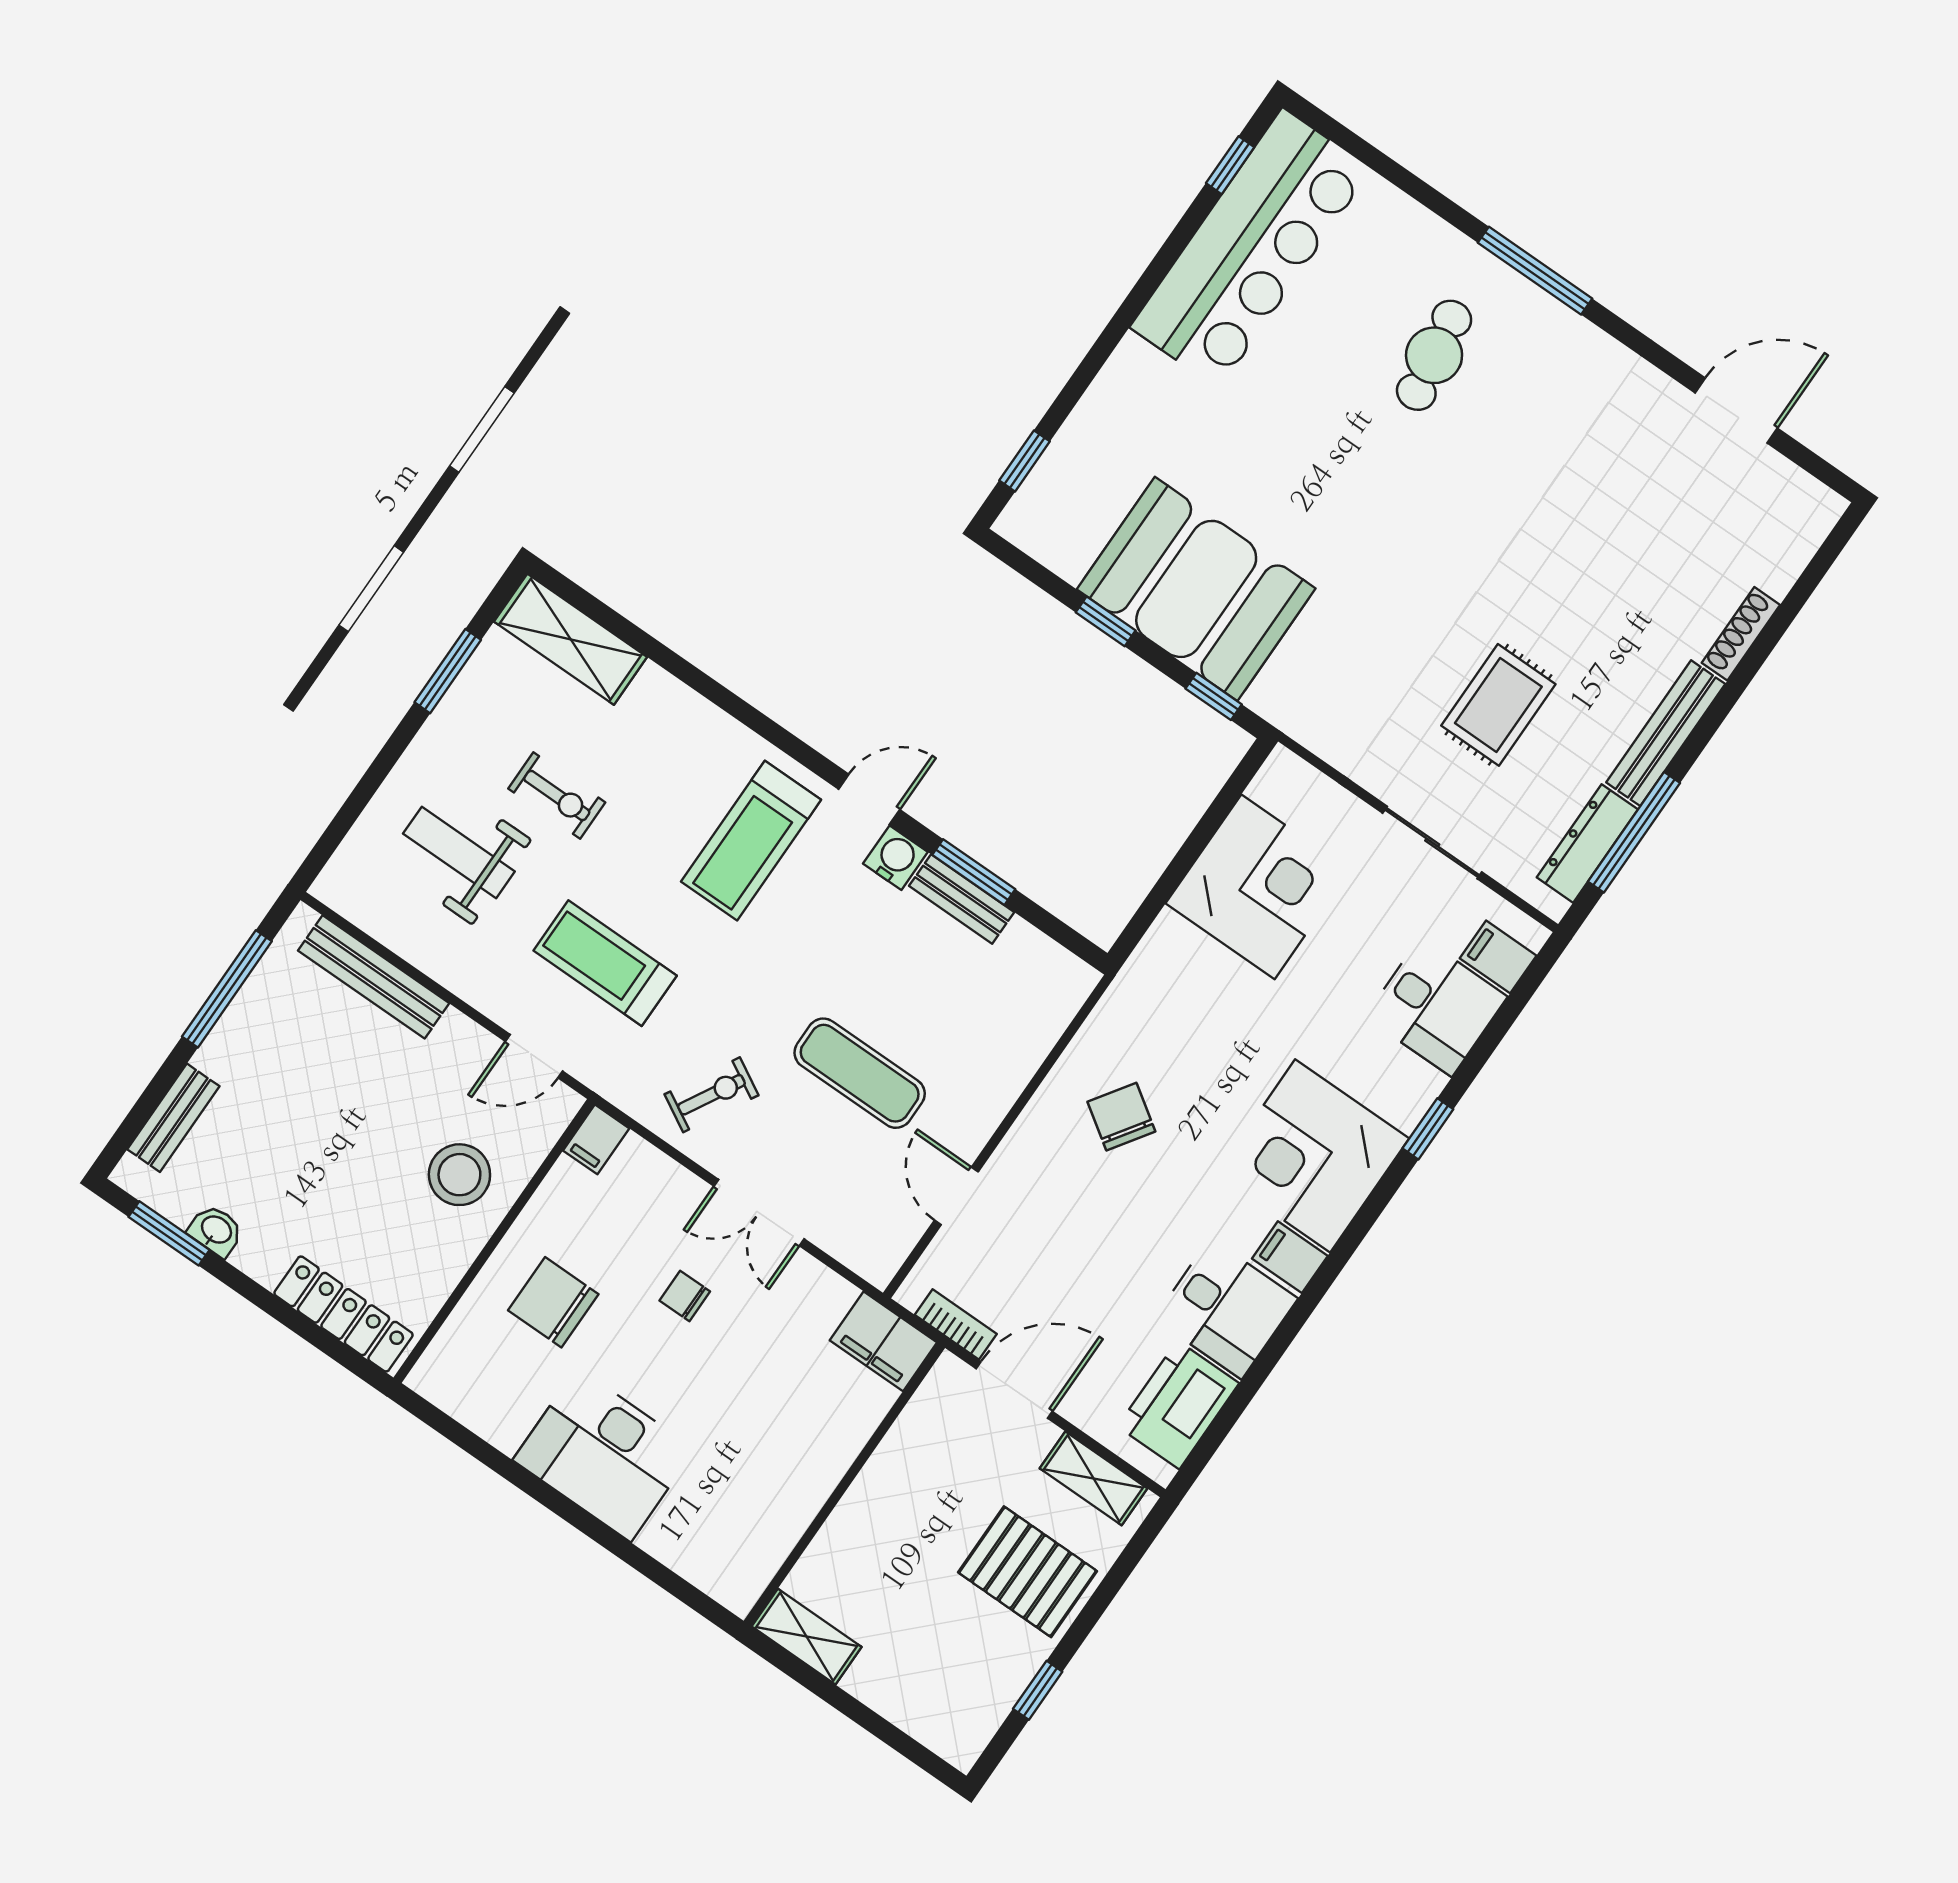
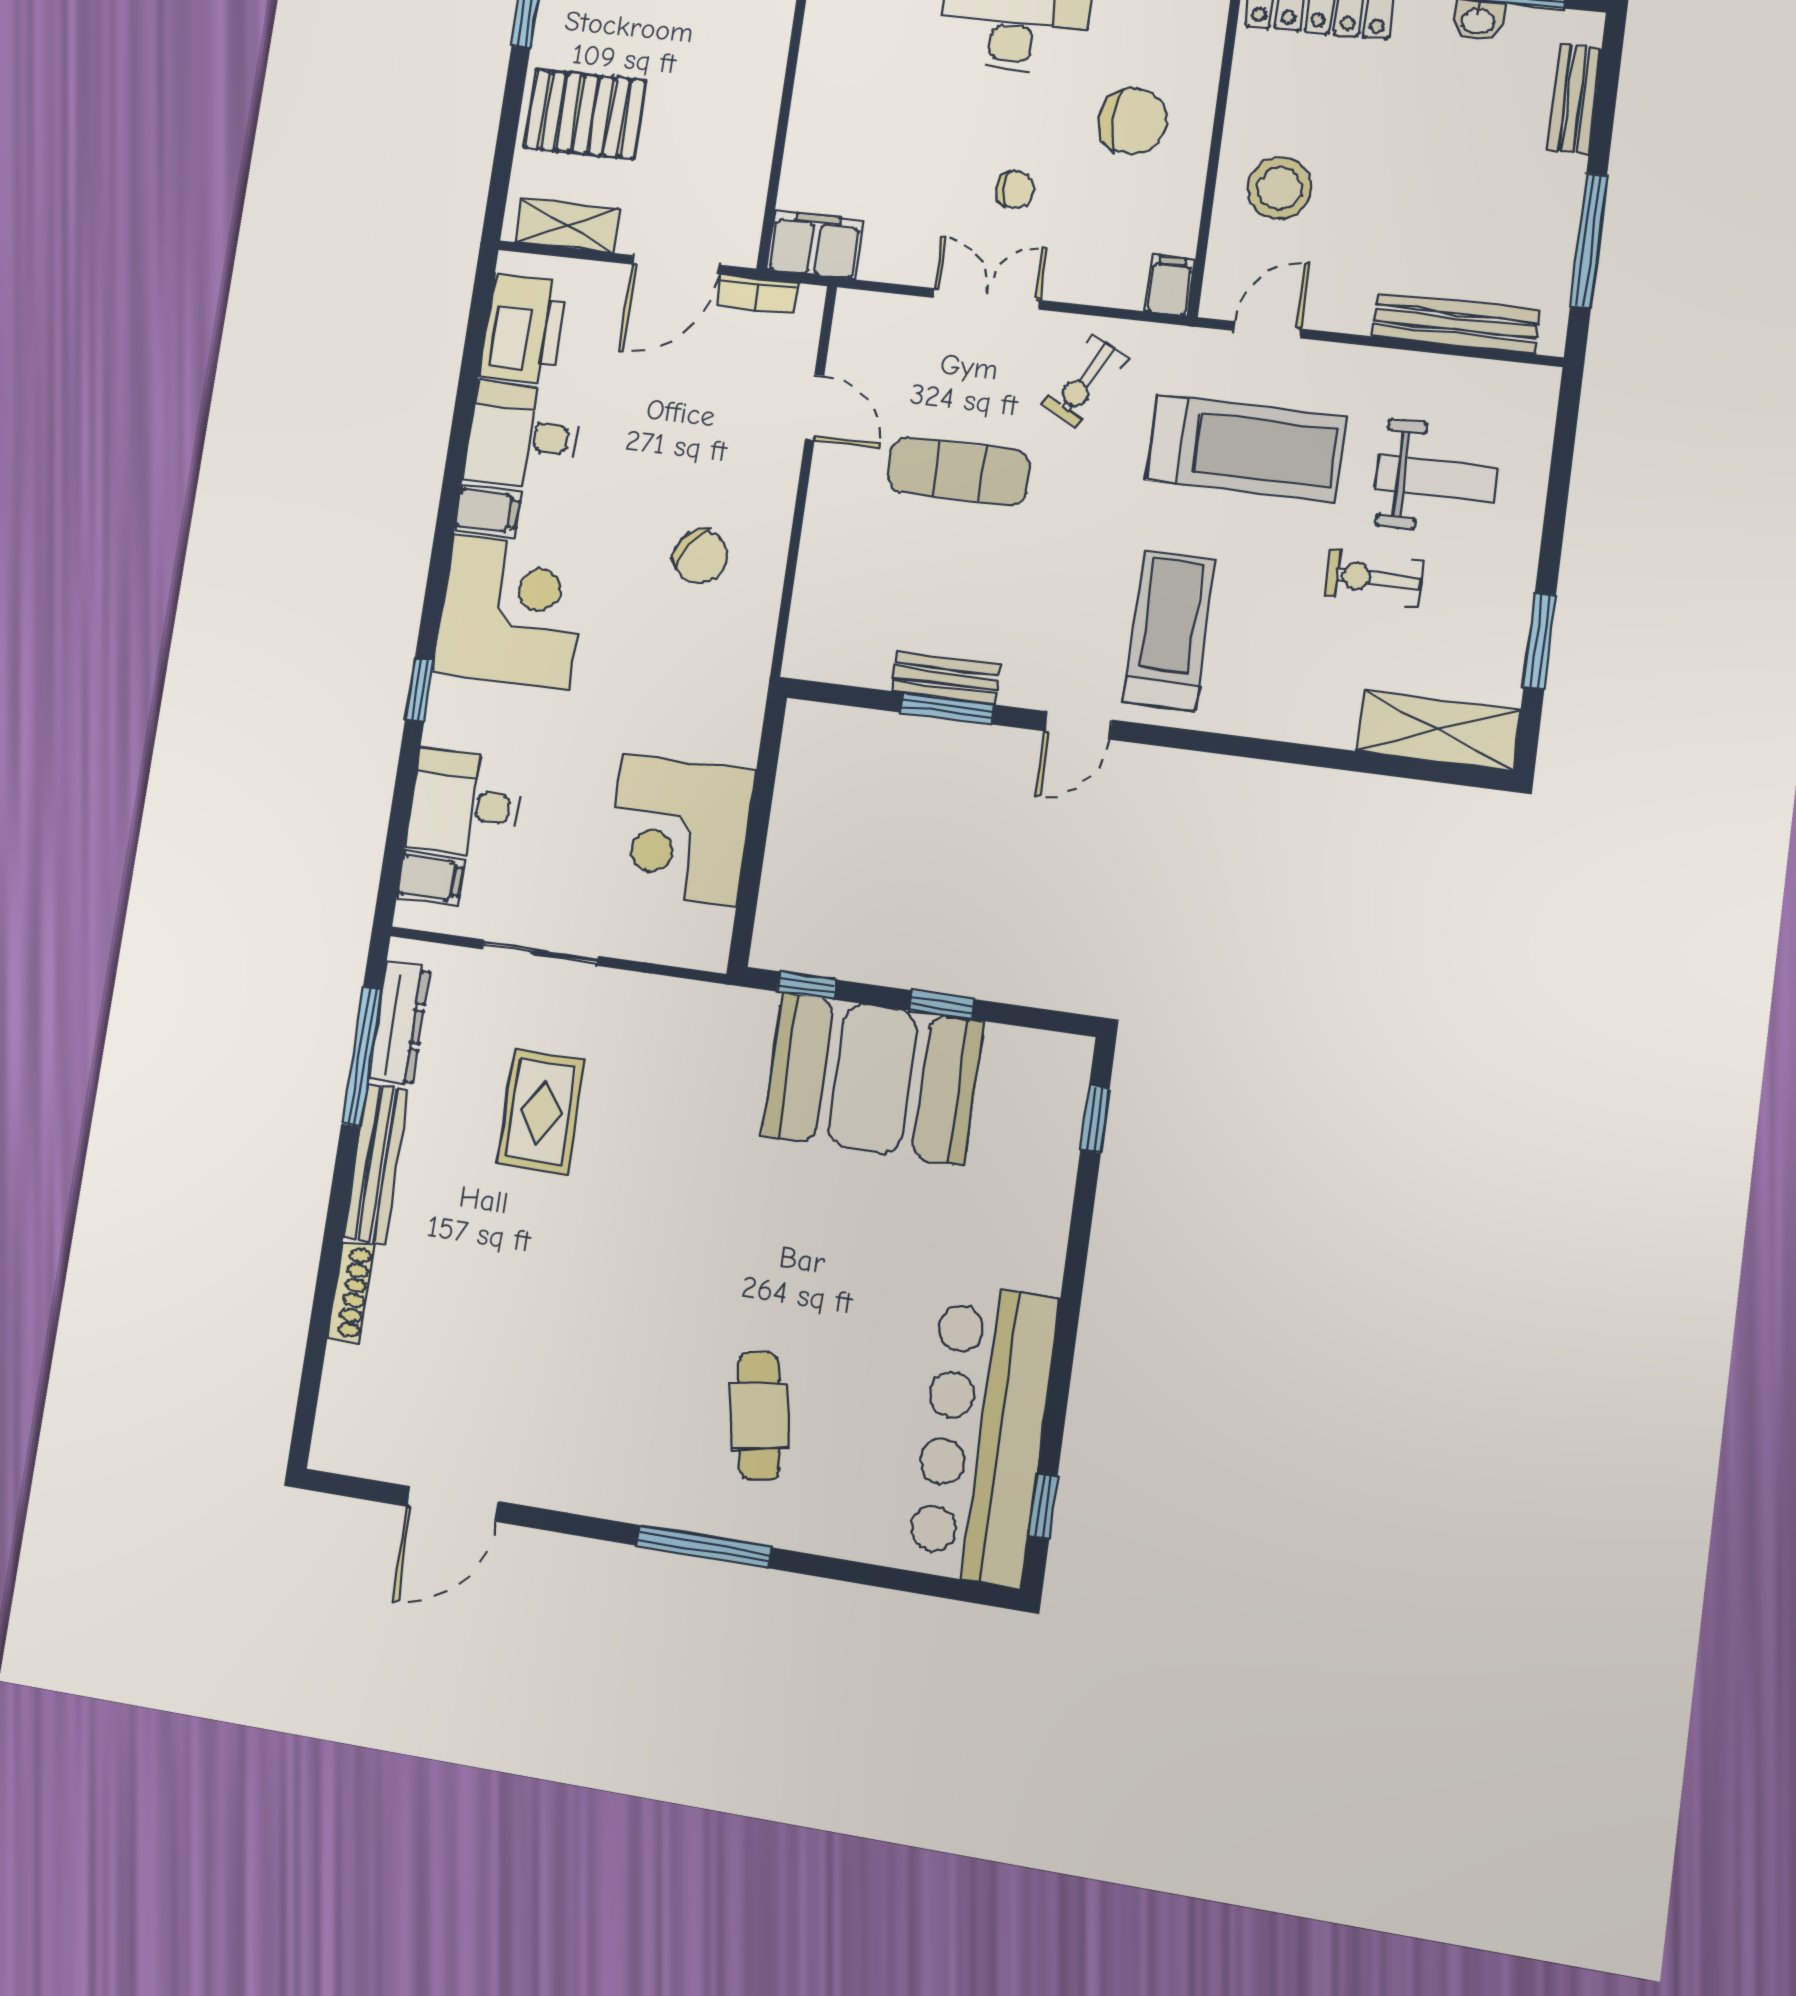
water cooler: (895, 858) -> (1026, 684), removed
treadmill: (605, 963) -> (1246, 448), width x1.37, depth x1.38

